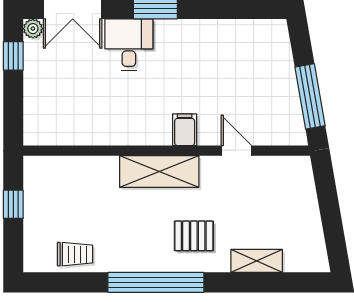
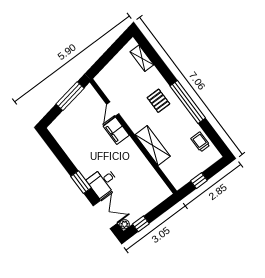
filing cabinet: (185, 130) -> (116, 131), width x2.00
shelving: (159, 171) -> (153, 145), moved
shelving: (257, 261) -> (142, 58), moved

